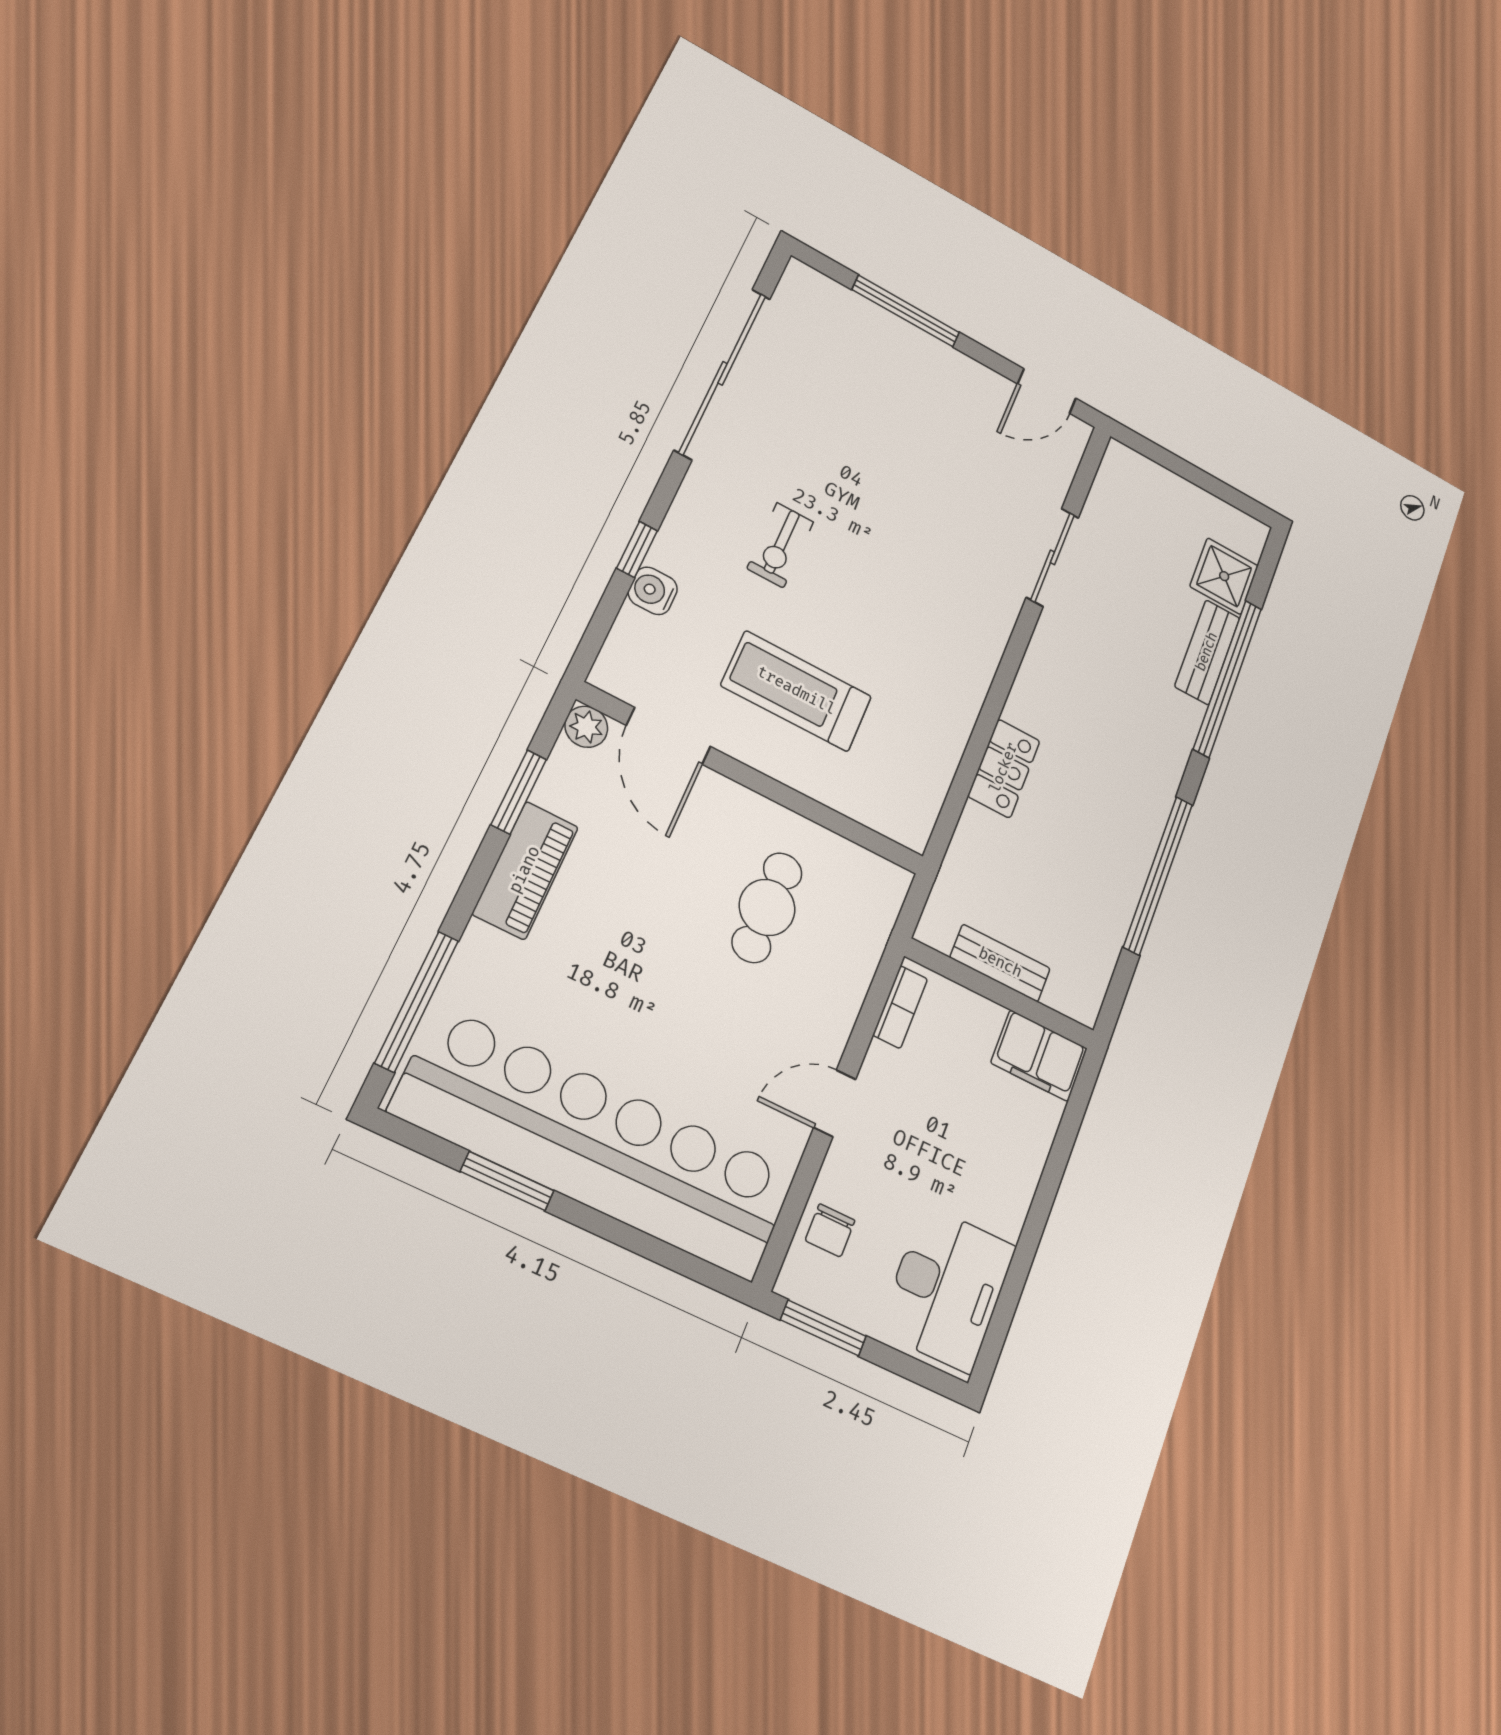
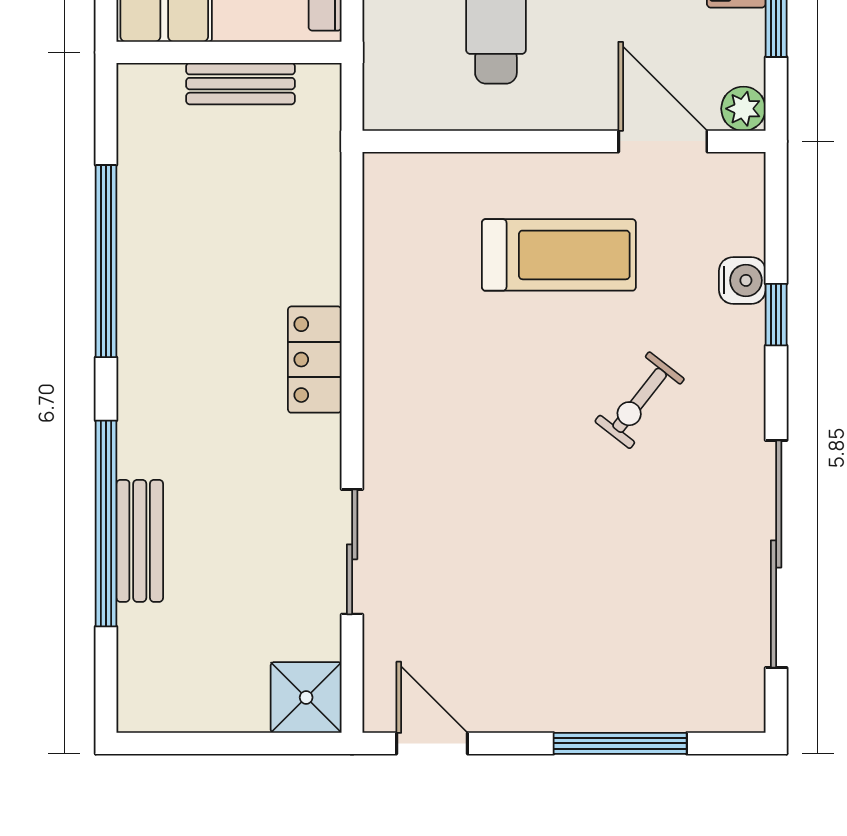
door: (1047, 391) -> (432, 743), hinge flipped
exercise bike: (780, 545) -> (640, 400), turned -142
shower: (1224, 576) -> (306, 697), moved
locker: (1004, 768) -> (315, 360), moved

